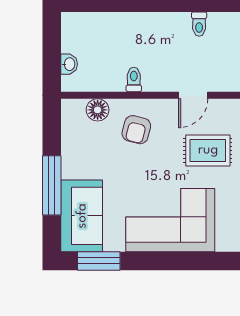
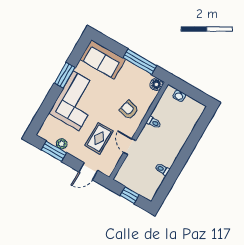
floor lamp: (98, 110) -> (156, 84), moved
window: (52, 185) -> (140, 62), moved
window: (99, 261) -> (65, 75), moved

